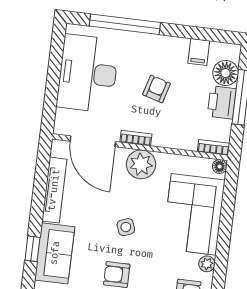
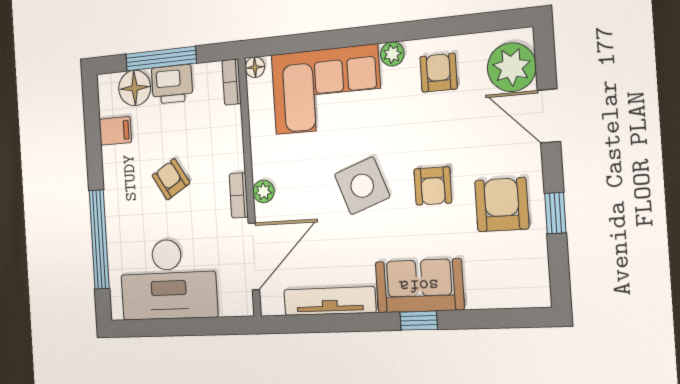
armchair: (157, 89) -> (171, 179), turned 43
plant: (141, 164) -> (264, 191), width x0.53, depth x0.53
side table: (126, 227) -> (362, 186), width x1.87, depth x1.87

